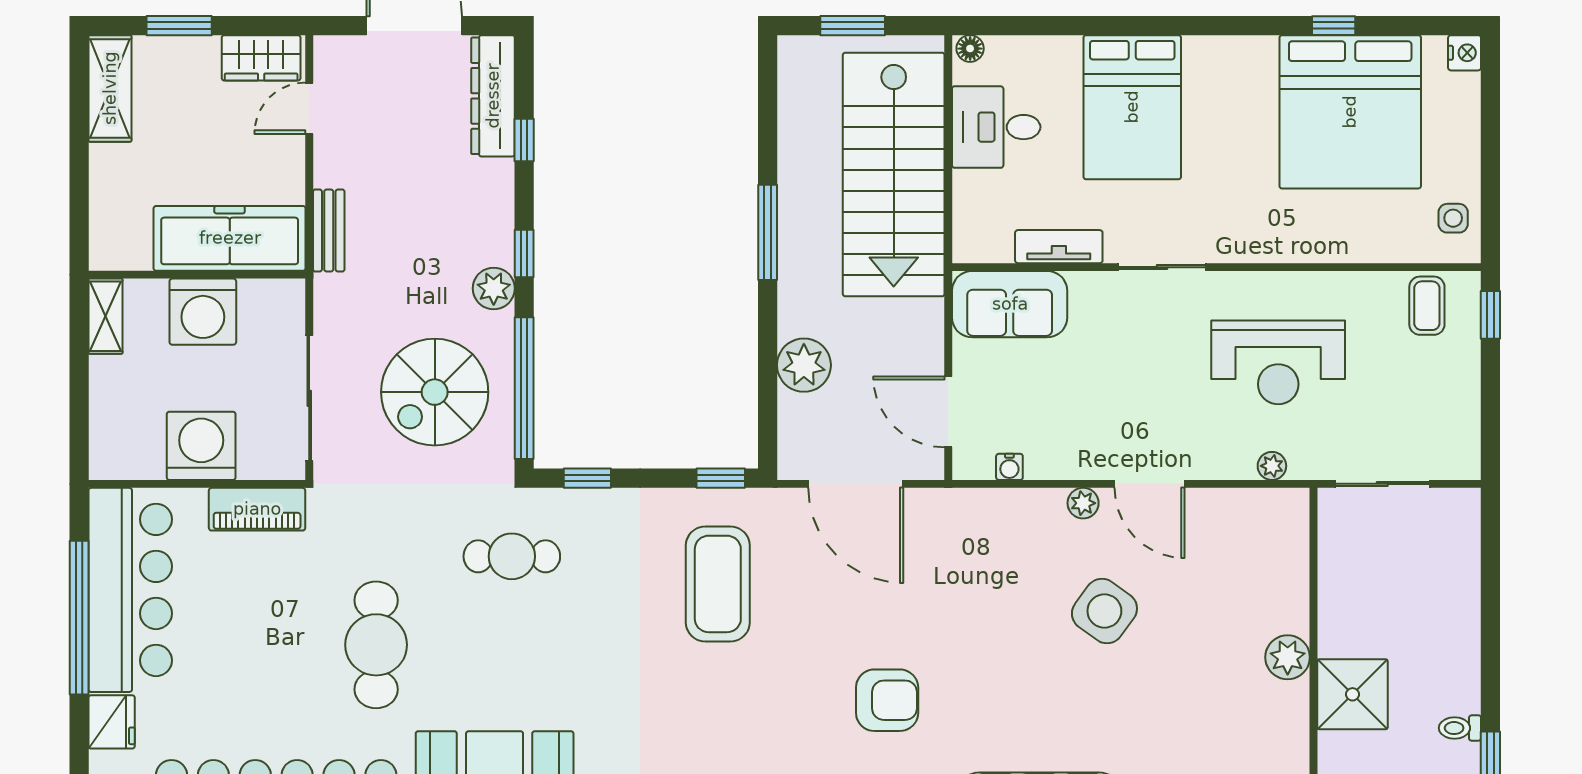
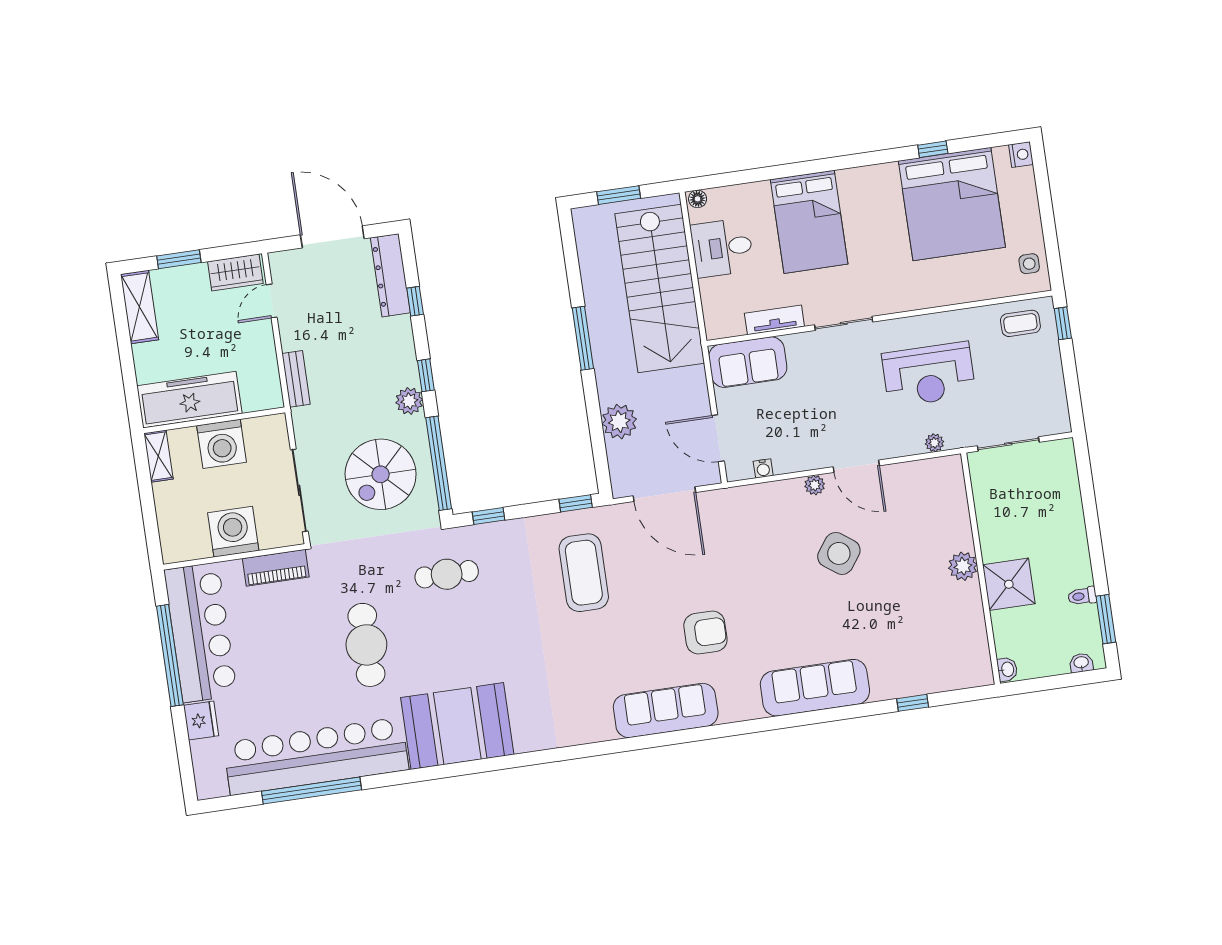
freezer: (230, 238) -> (189, 400), moved
coffee table: (1427, 306) -> (1020, 323), turned 90

